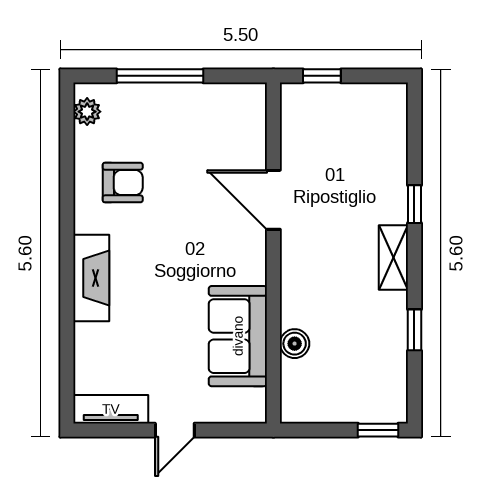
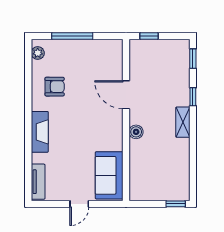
window: (414, 330) -> (193, 59), moved
sofa: (238, 336) -> (109, 175), moved
boiler: (295, 344) -> (136, 132), moved
tv unit: (111, 409) -> (38, 182), moved, turned 90

